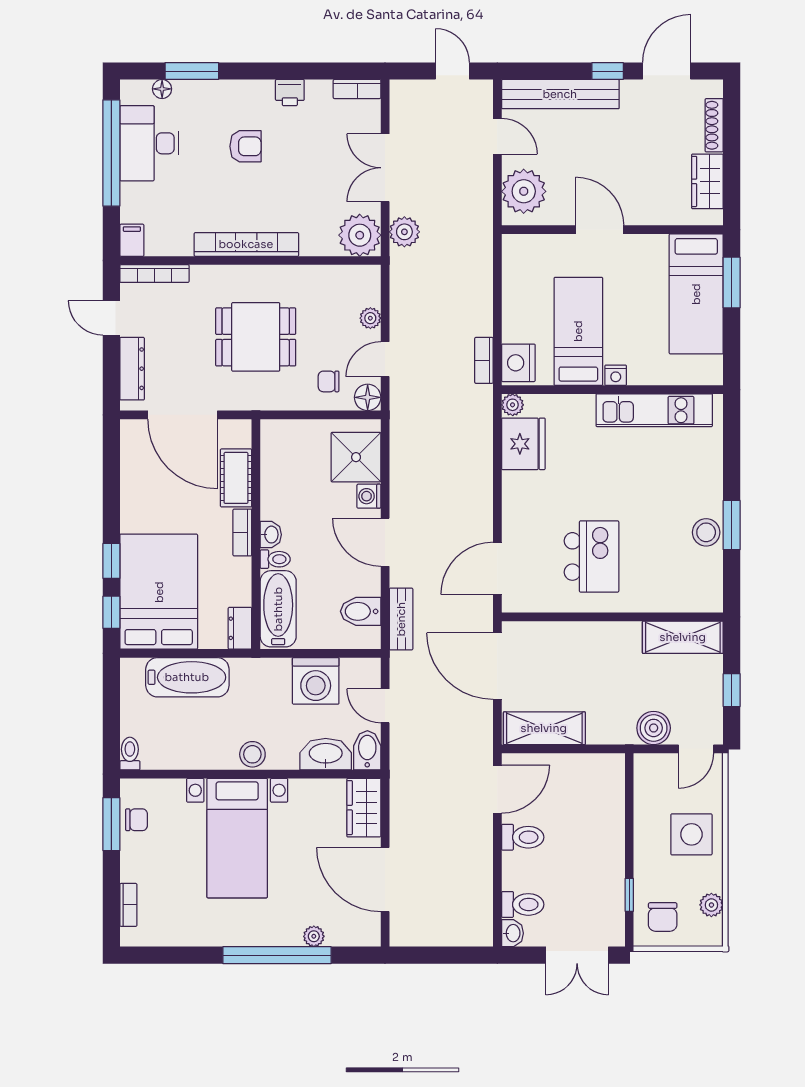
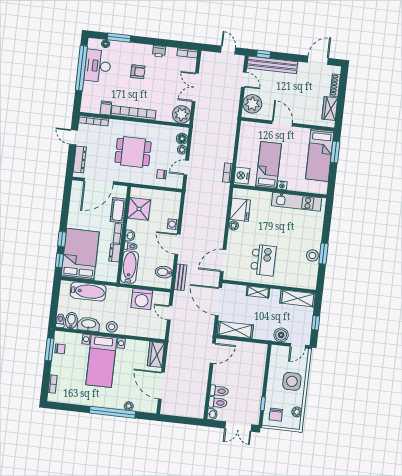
window: (608, 71) -> (264, 54), moved
plant: (404, 232) -> (200, 115), removed
filing cabinet: (132, 240) -> (106, 108), moved
floor lamp: (368, 397) -> (182, 139), moved
plant: (513, 405) -> (234, 226), moved
door: (183, 415) -> (99, 181), hinge flipped
shower: (356, 457) -> (139, 209), moved
dresser: (240, 628) -> (115, 253), moved
shelving: (588, 633) -> (258, 292), added
bidet: (367, 750) -> (71, 321), moved
washbasin: (326, 754) -> (89, 324), moved
toilet: (523, 837) -> (219, 391), moved

